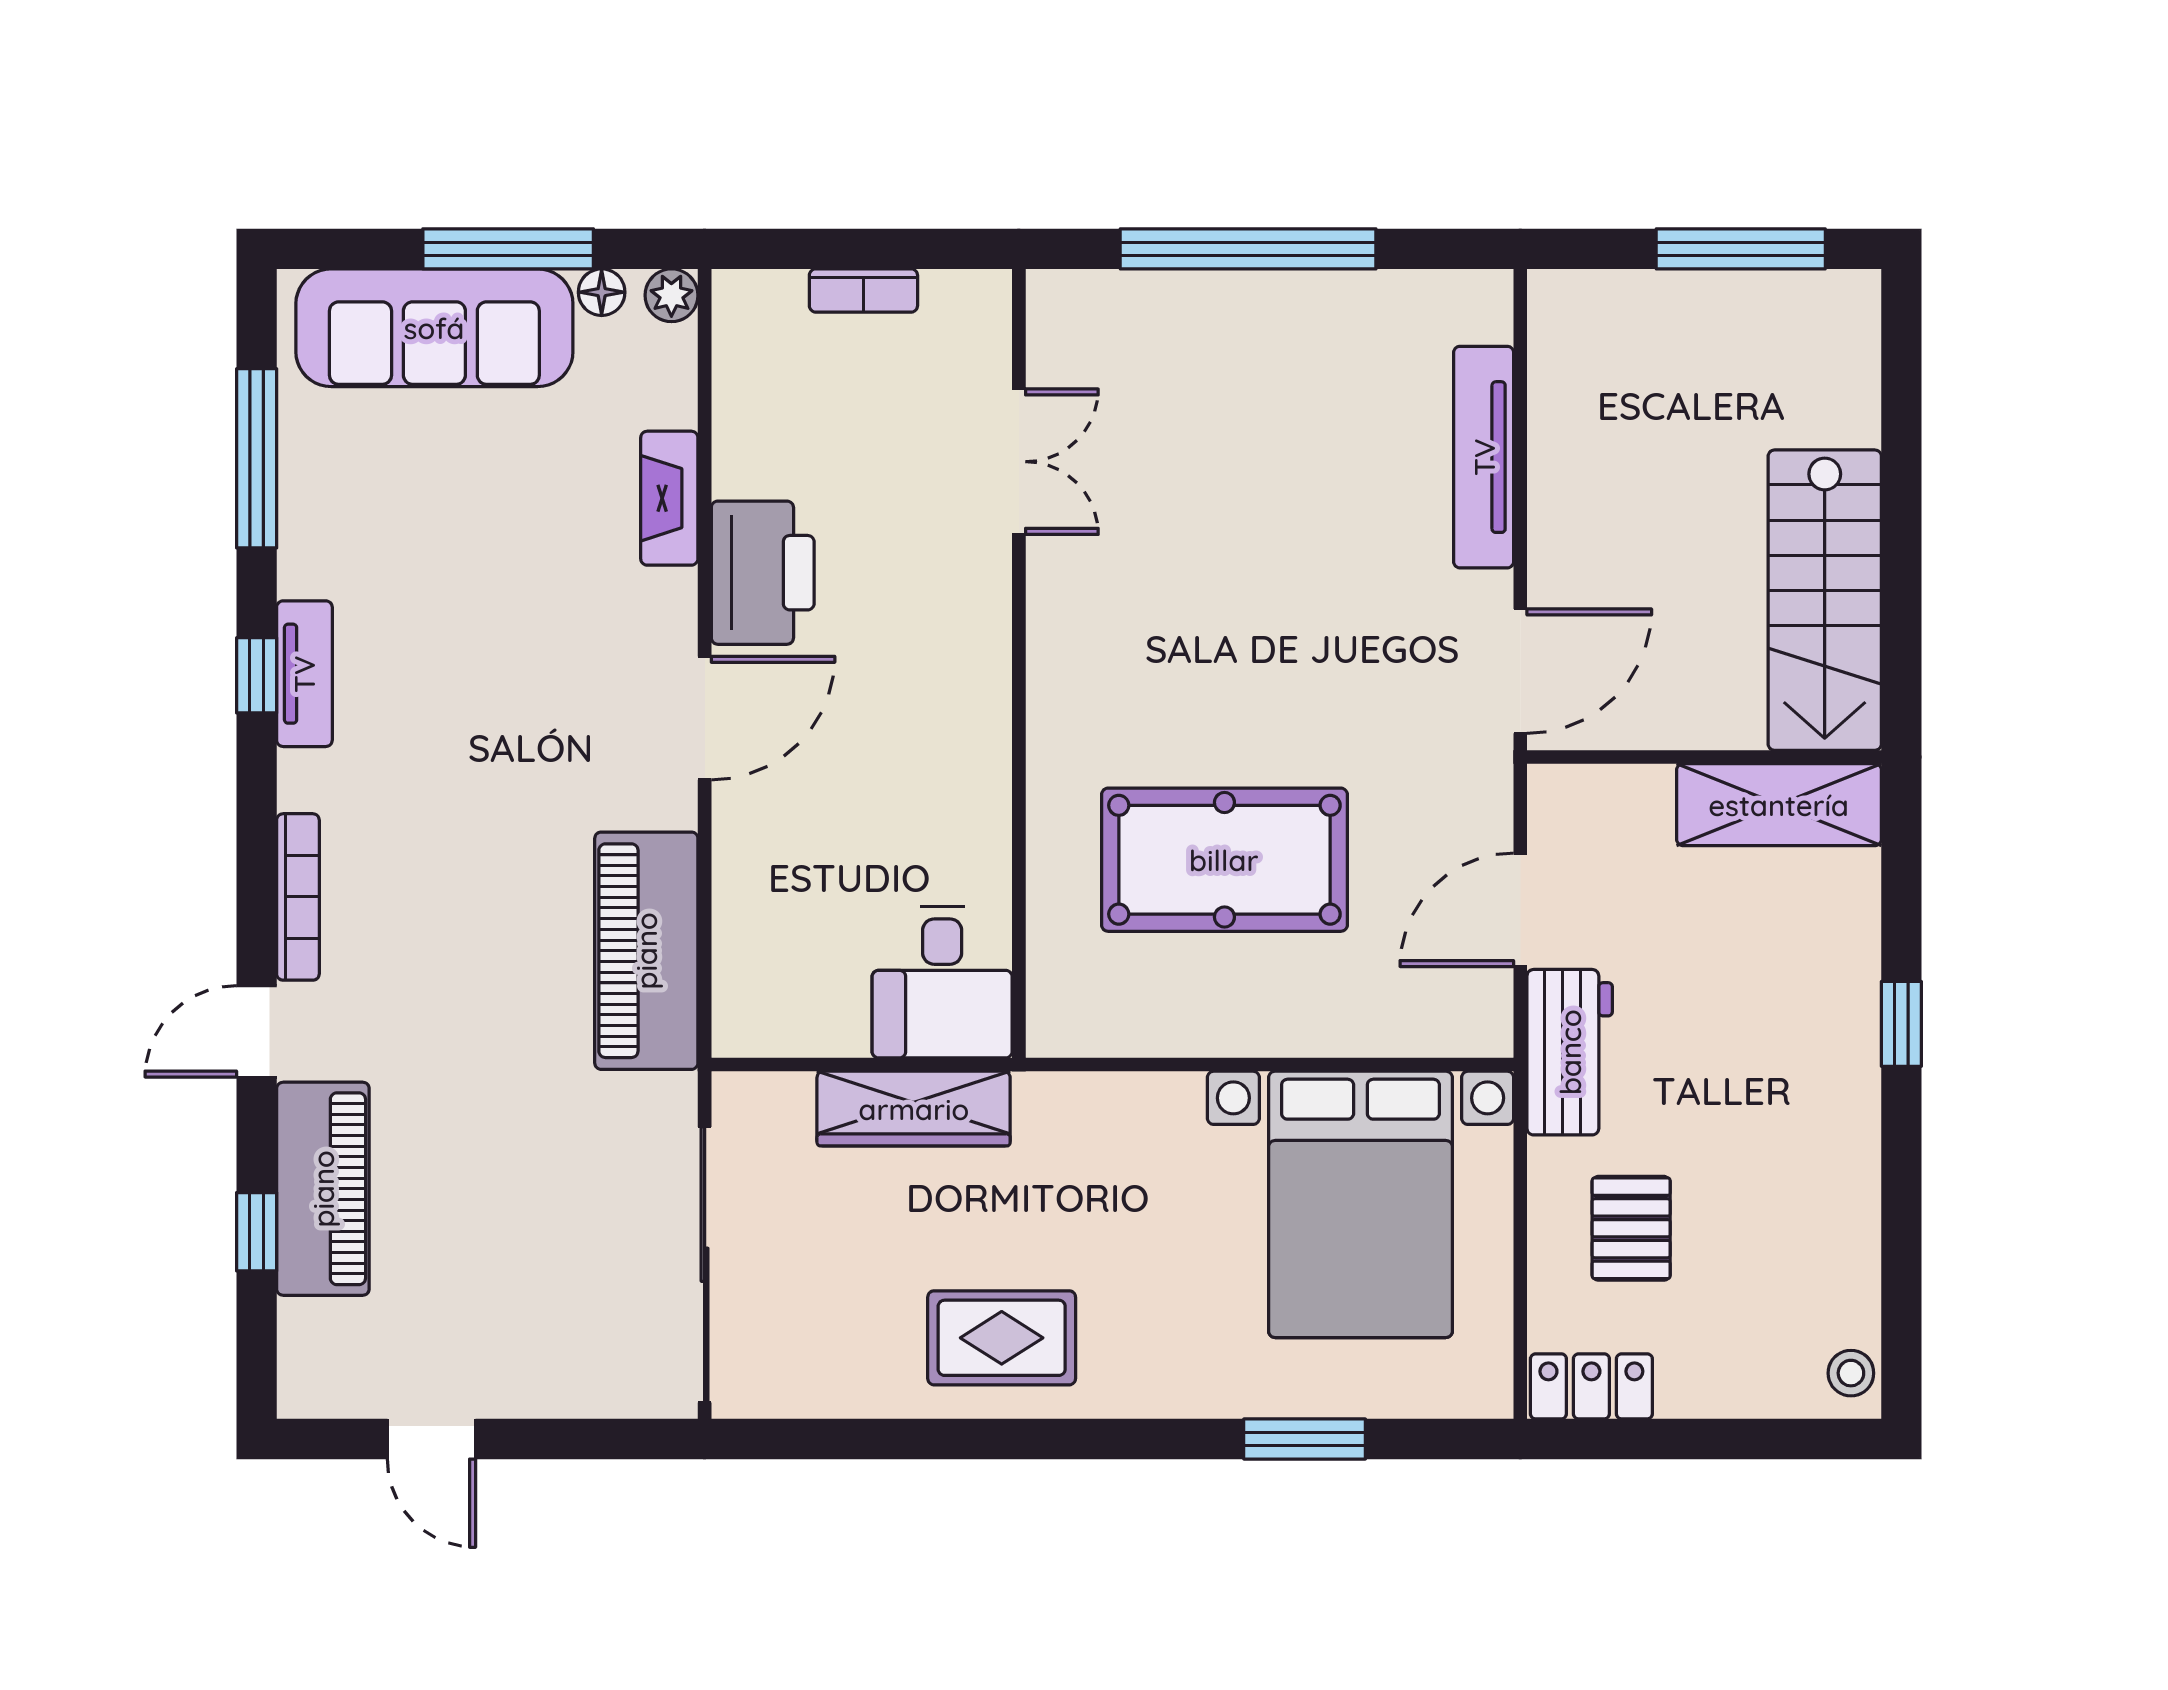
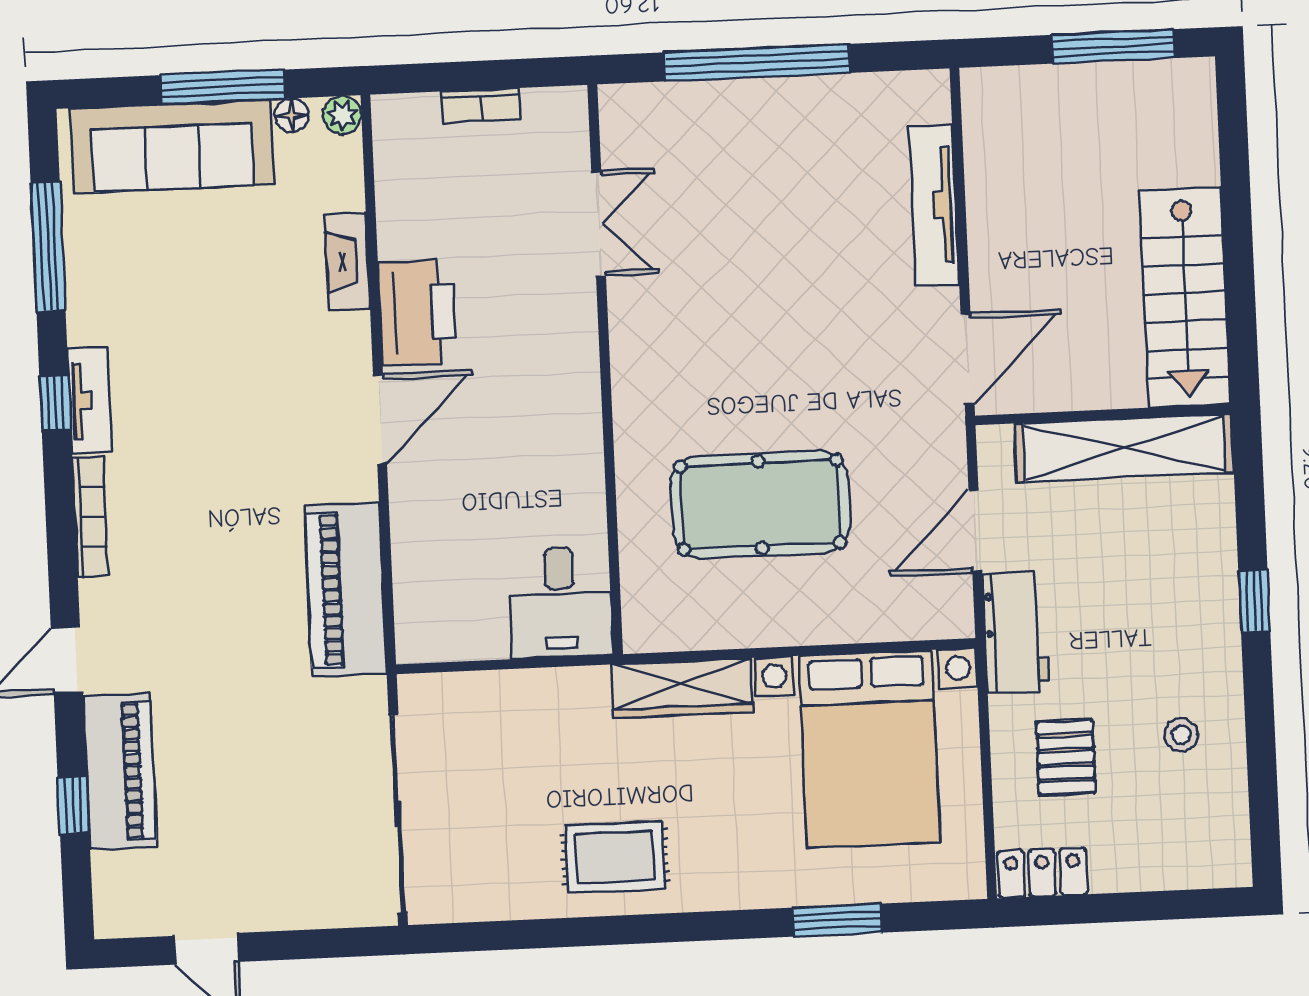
shelving: (1779, 805) -> (1124, 448), width x1.47
bookcase: (298, 897) -> (90, 517), moved
wardrobe: (914, 1109) -> (682, 688), moved
stool: (1851, 1373) -> (1181, 735), moved

